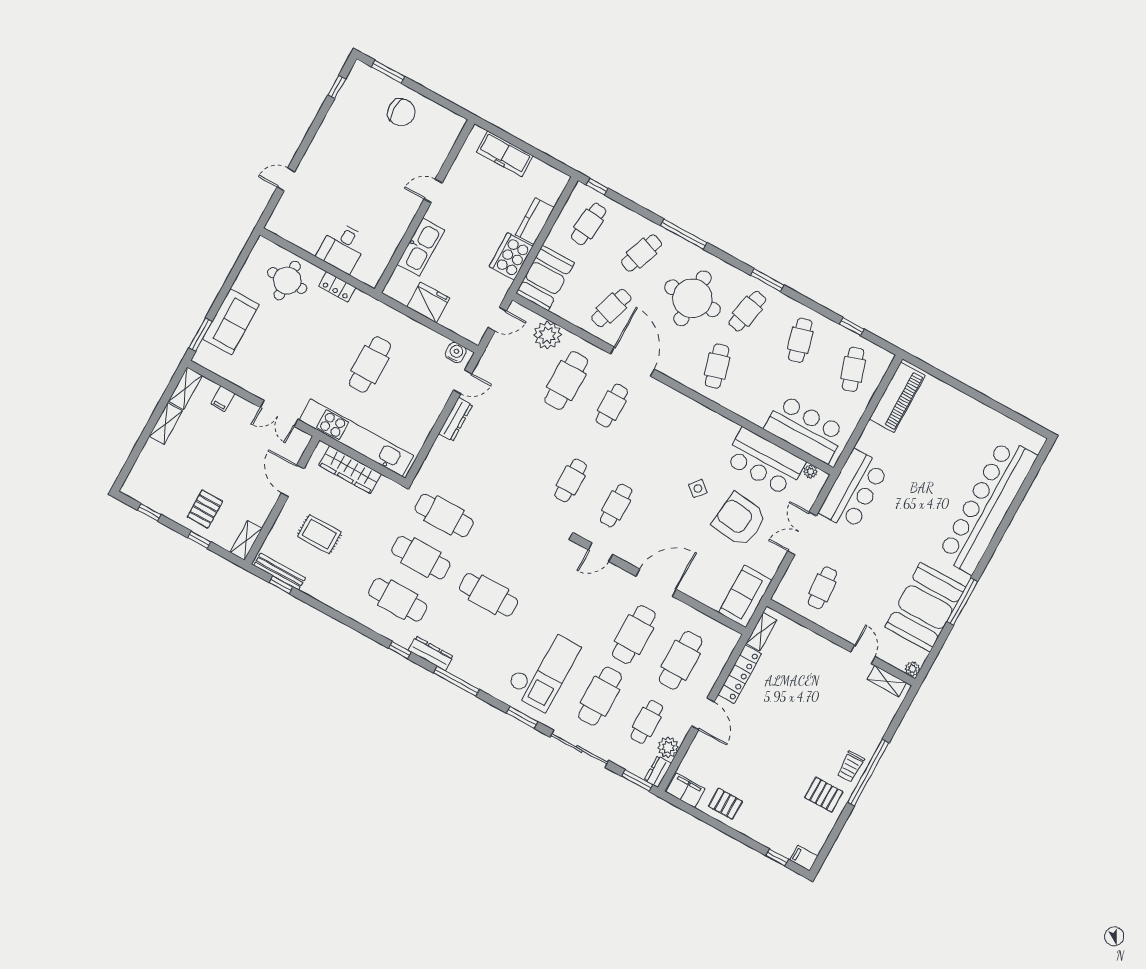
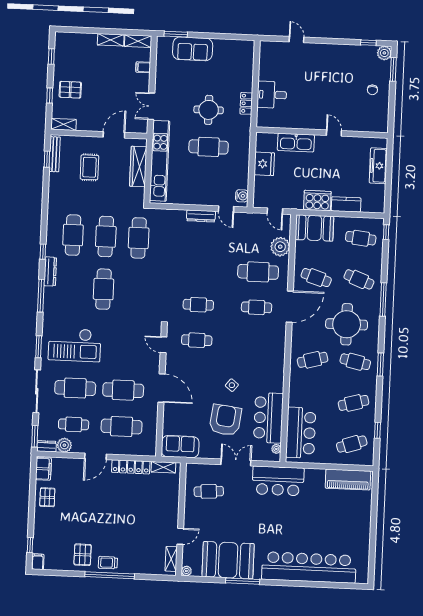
plant: (361, 73) -> (384, 53), added
chair: (401, 112) -> (372, 90), width x0.54, depth x0.54
round table: (287, 281) -> (209, 110), moved

